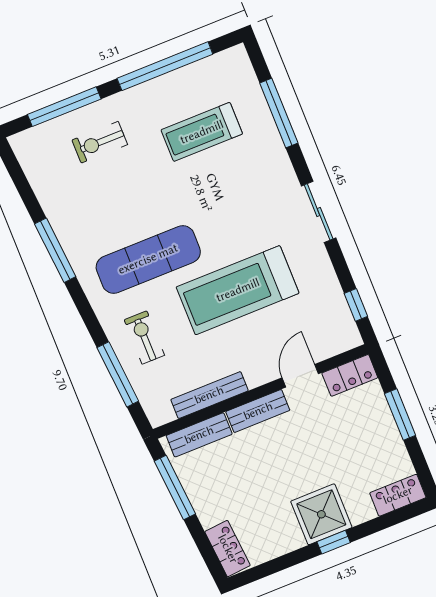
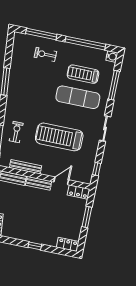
water cooler: (236, 58) -> (112, 57), added
exercise mat: (148, 259) -> (78, 97), moved
shower: (321, 514) -> (37, 233), removed

